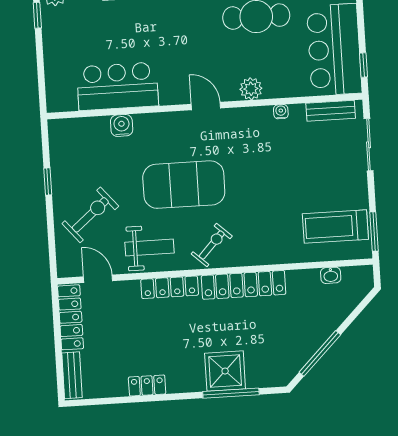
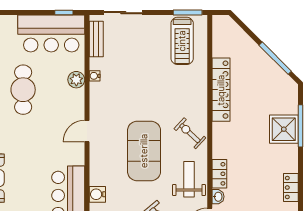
plant: (251, 89) -> (76, 80), moved
washbasin: (331, 275) -> (218, 197), moved
locker: (244, 285) -> (221, 90), moved
locker: (170, 287) -> (219, 174), width x0.66

